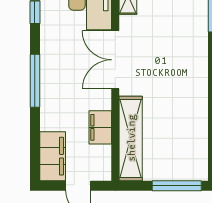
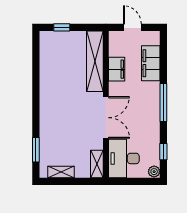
filing cabinet: (53, 156) -> (151, 63), moved
window: (177, 186) -> (62, 27), width x0.46

